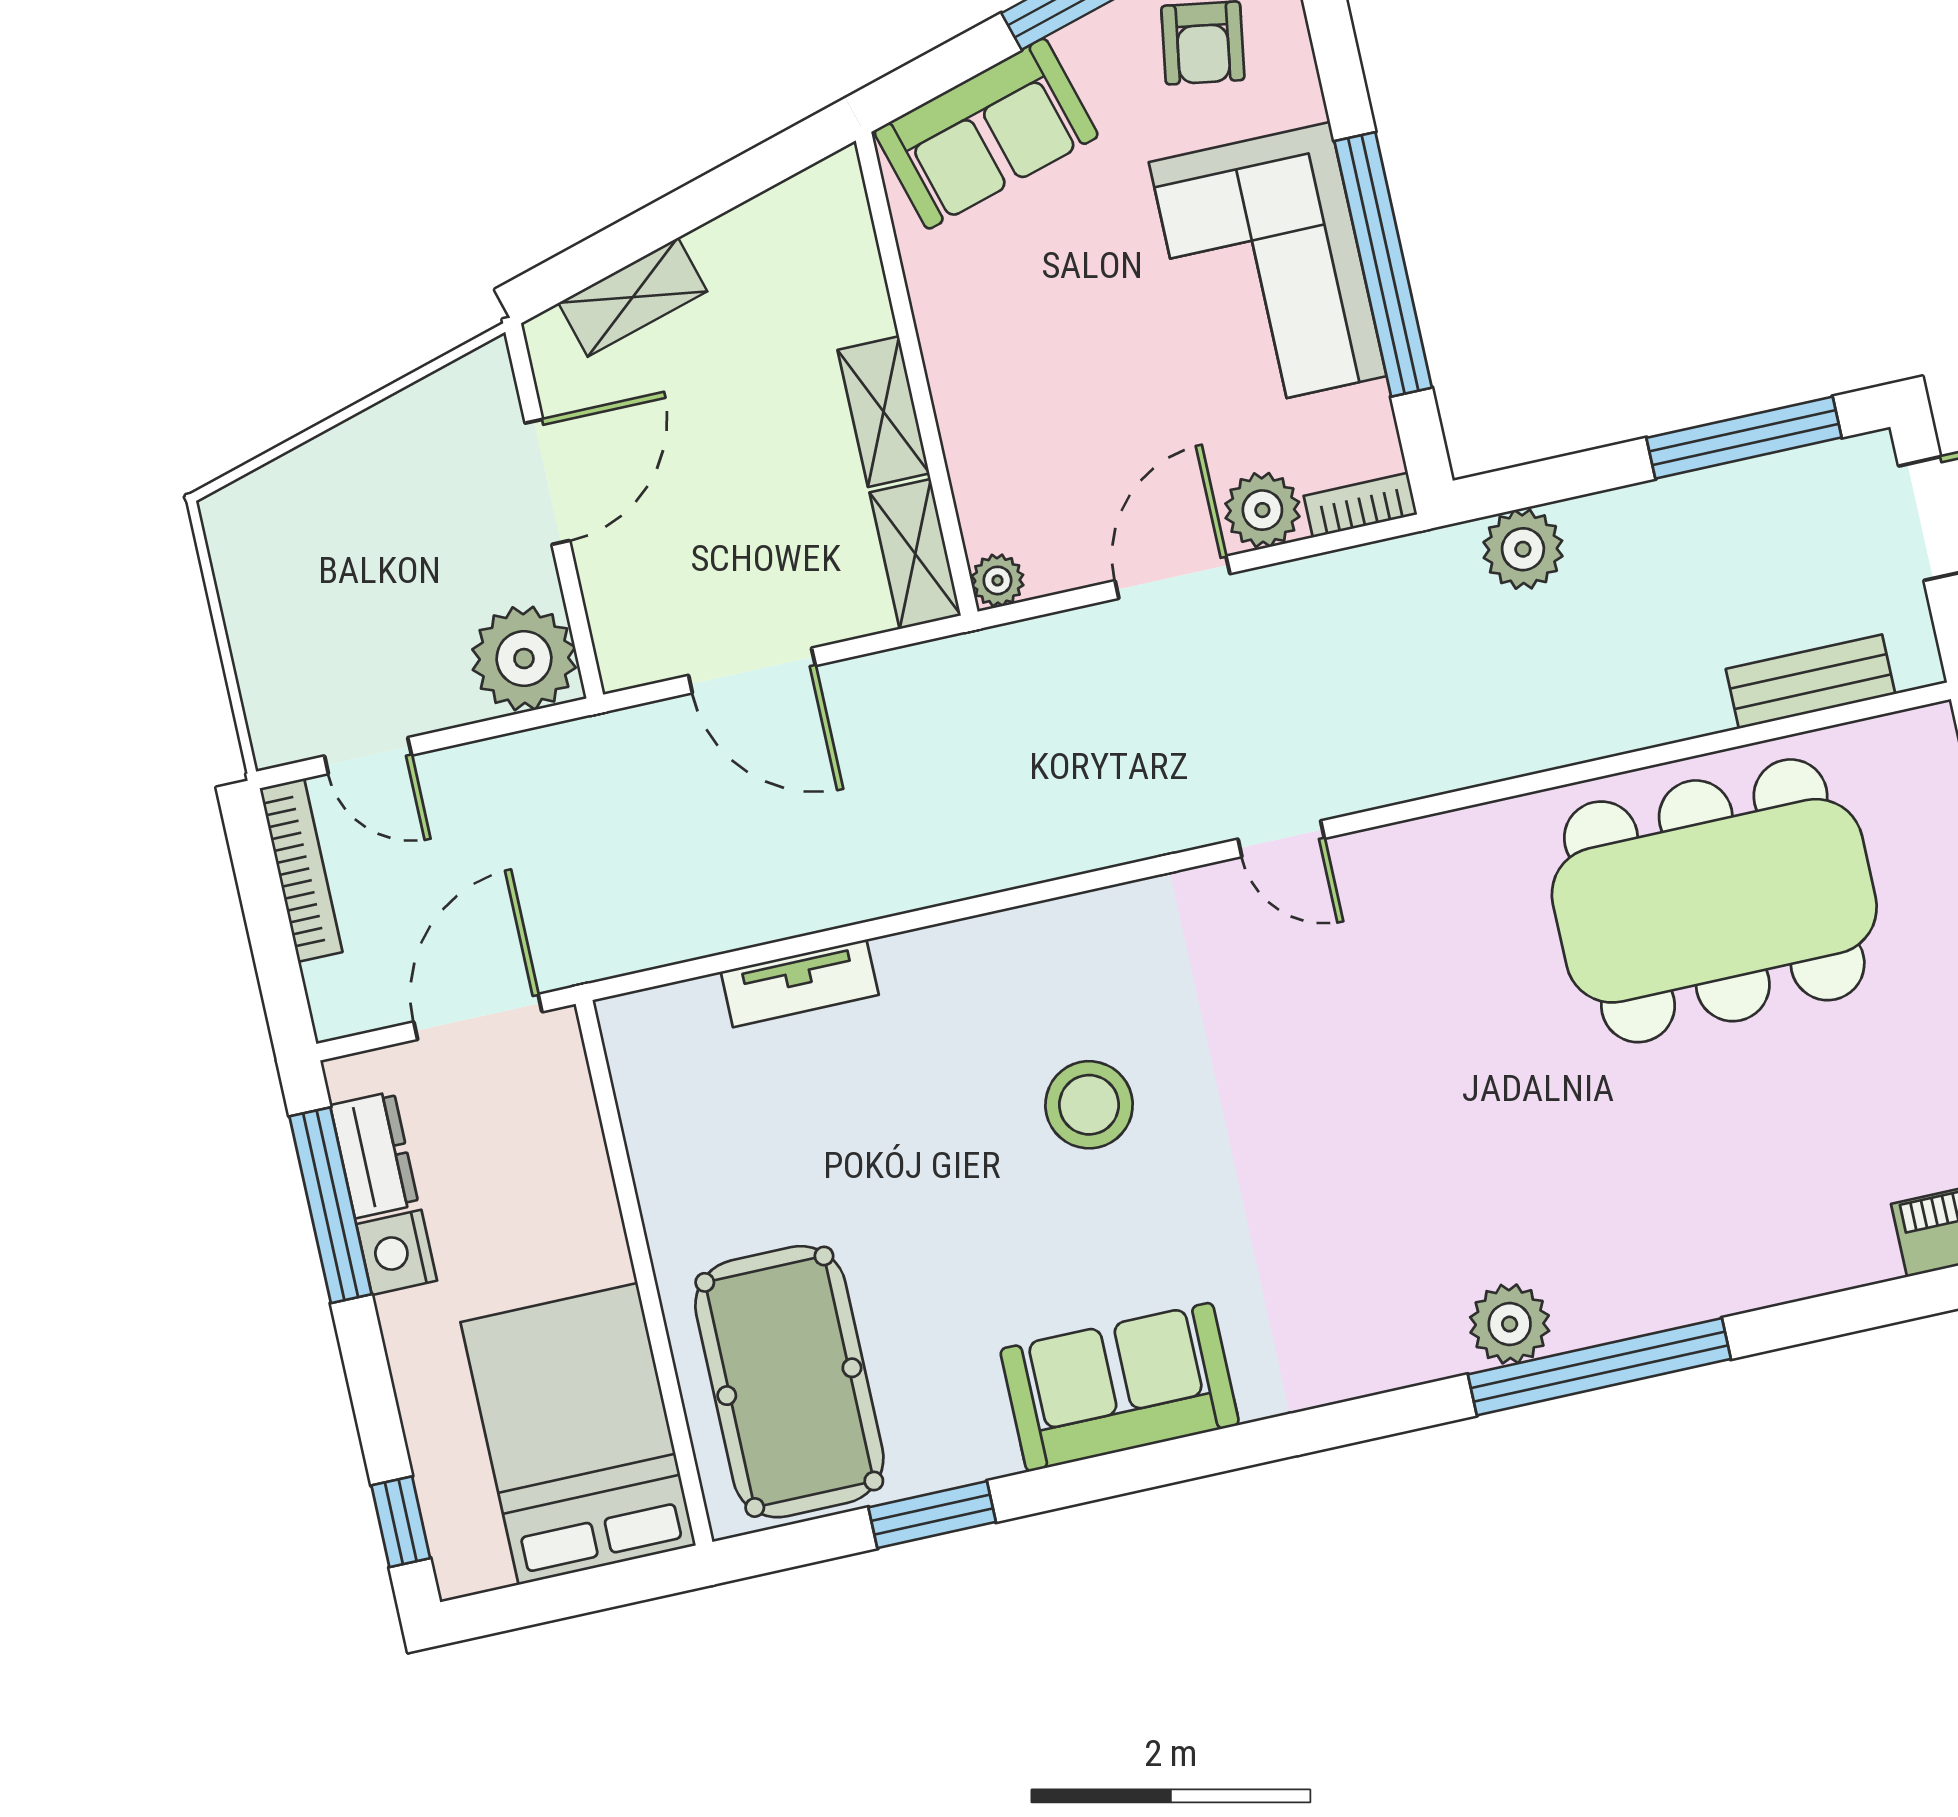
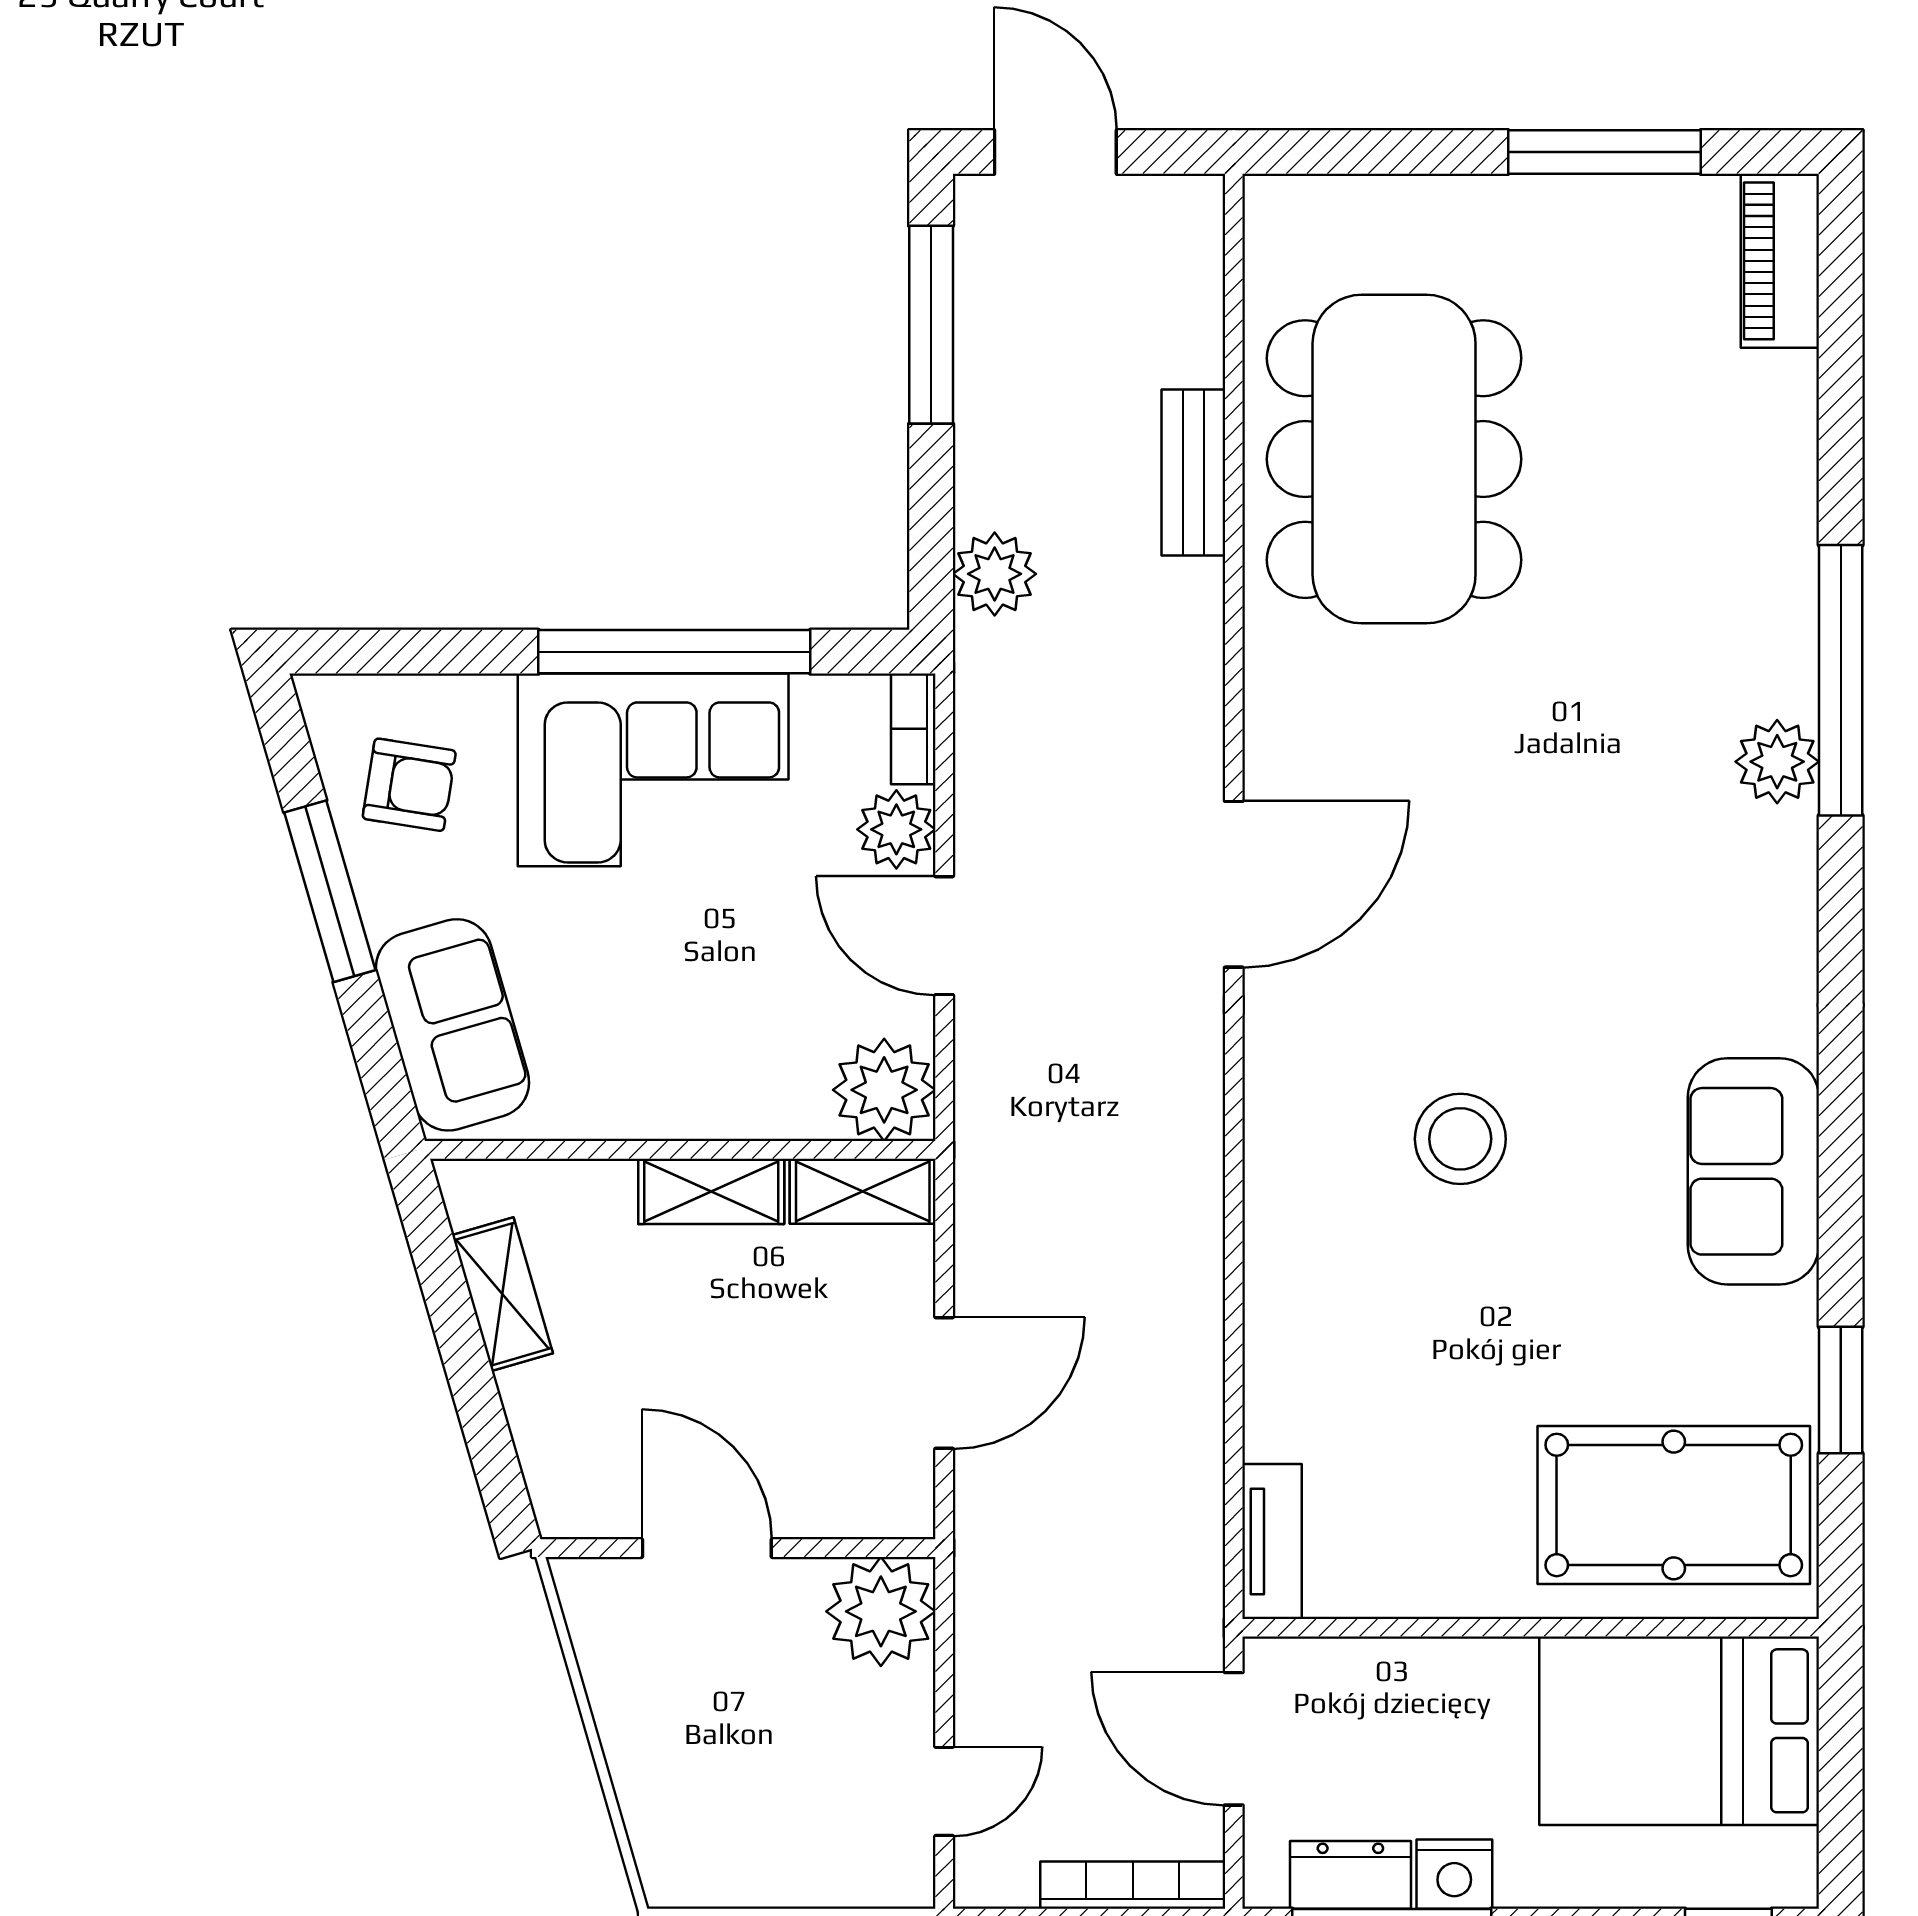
shelving: (633, 297) -> (502, 1294), moved
plant: (997, 580) -> (884, 1090), width x1.88, depth x1.88
bench: (1811, 682) -> (1193, 473), moved
door: (1281, 839) -> (1234, 884), width x1.88
bookcase: (301, 870) -> (1133, 1885), moved
tv unit: (800, 983) -> (1272, 1542), moved

